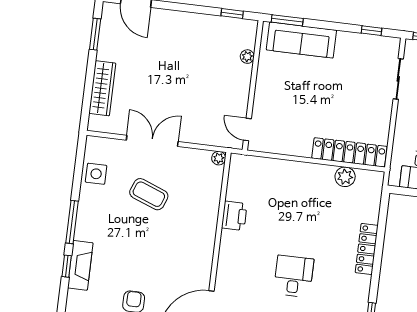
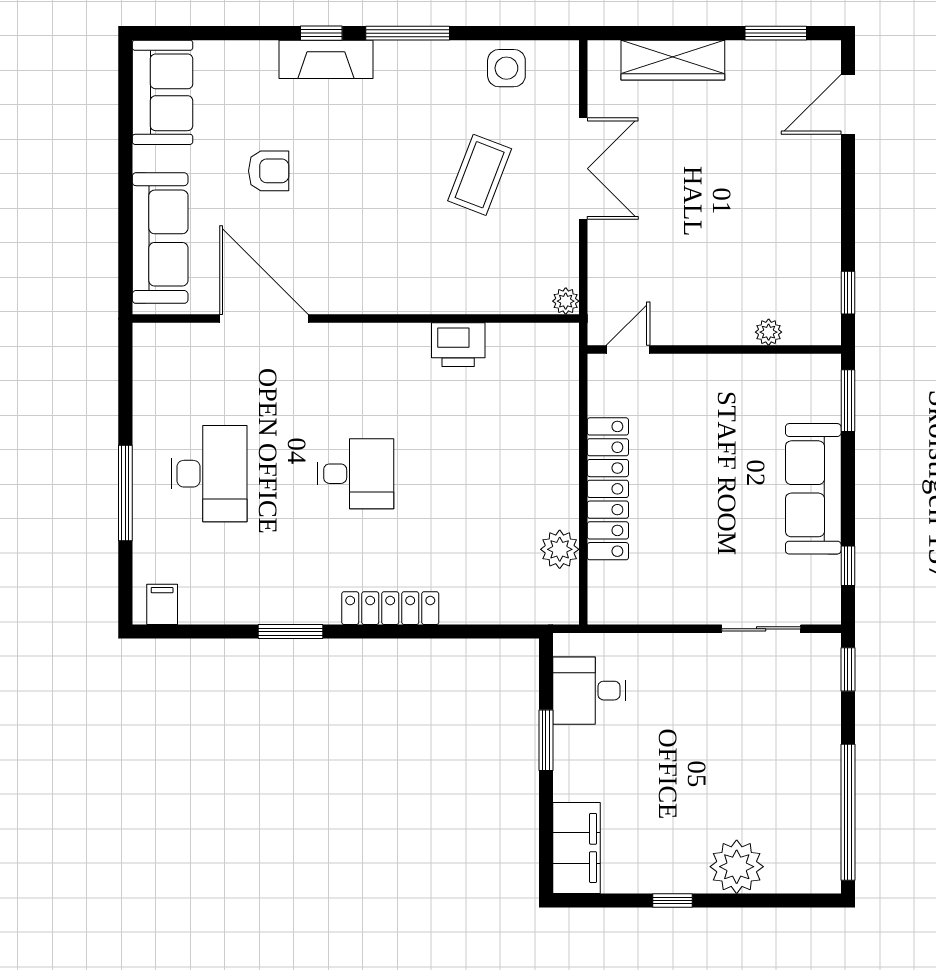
sofa: (301, 40) -> (813, 489), moved
locker: (349, 152) -> (608, 489), moved
locker: (367, 249) -> (390, 608), moved

